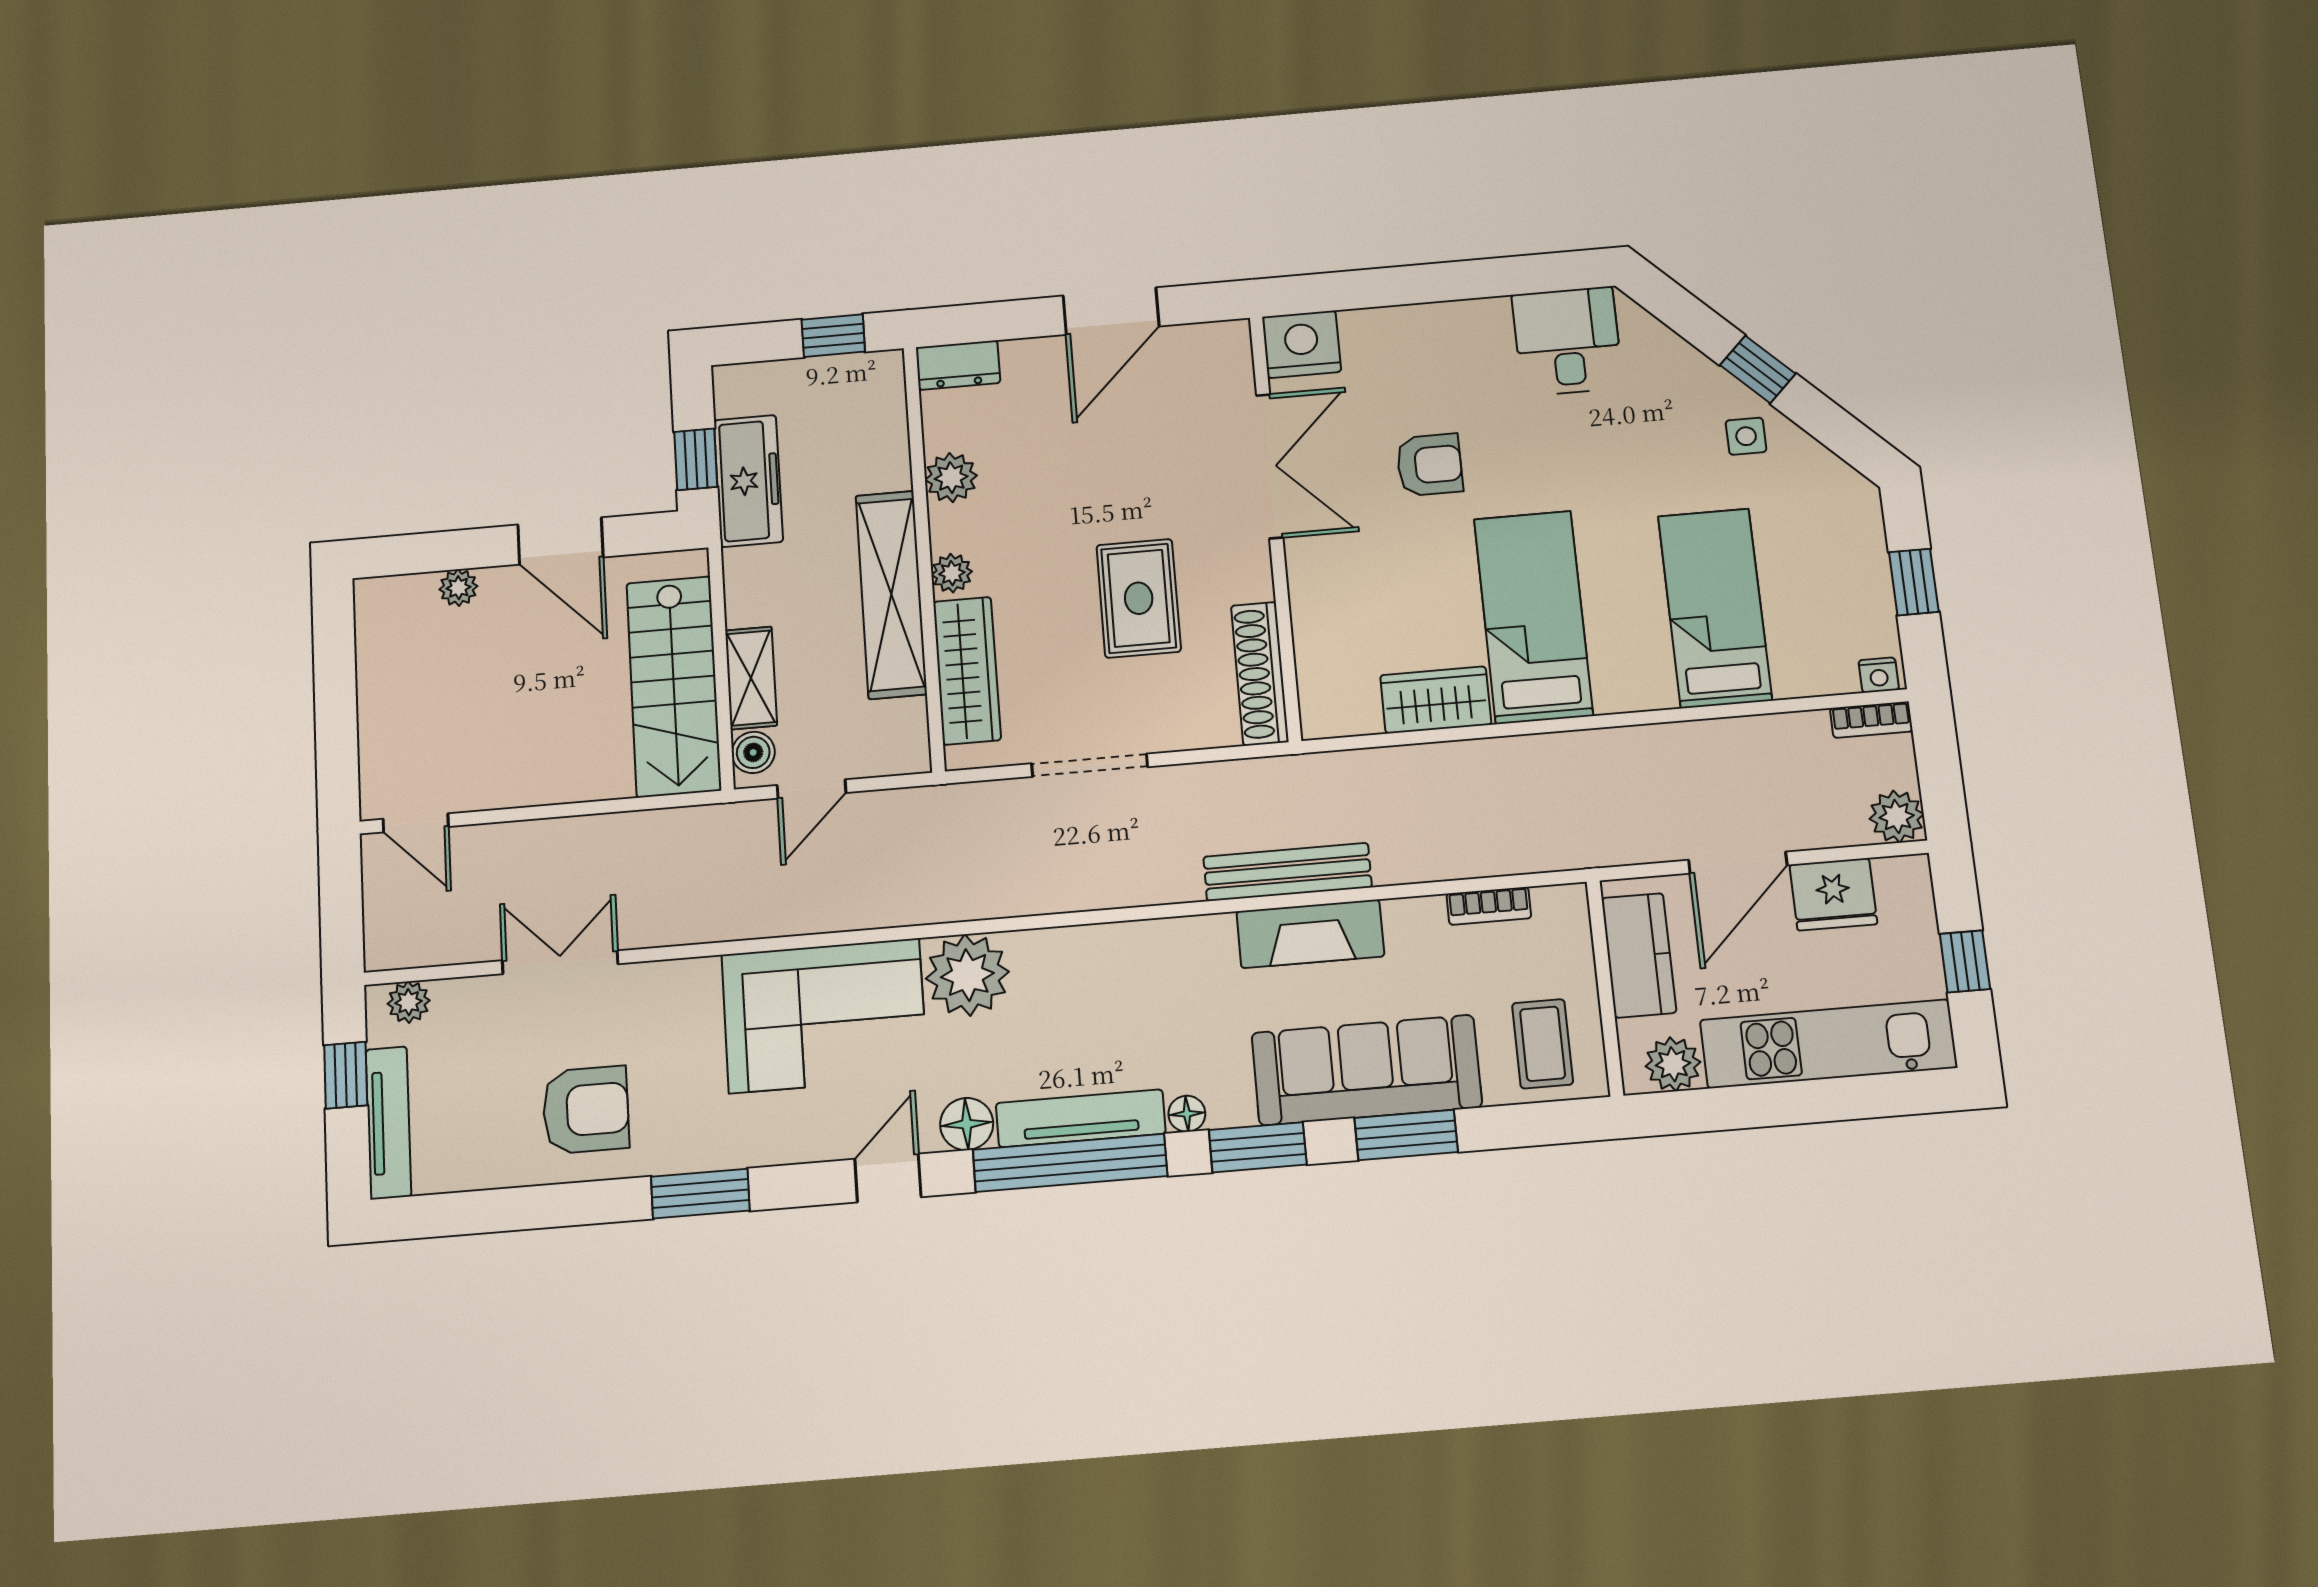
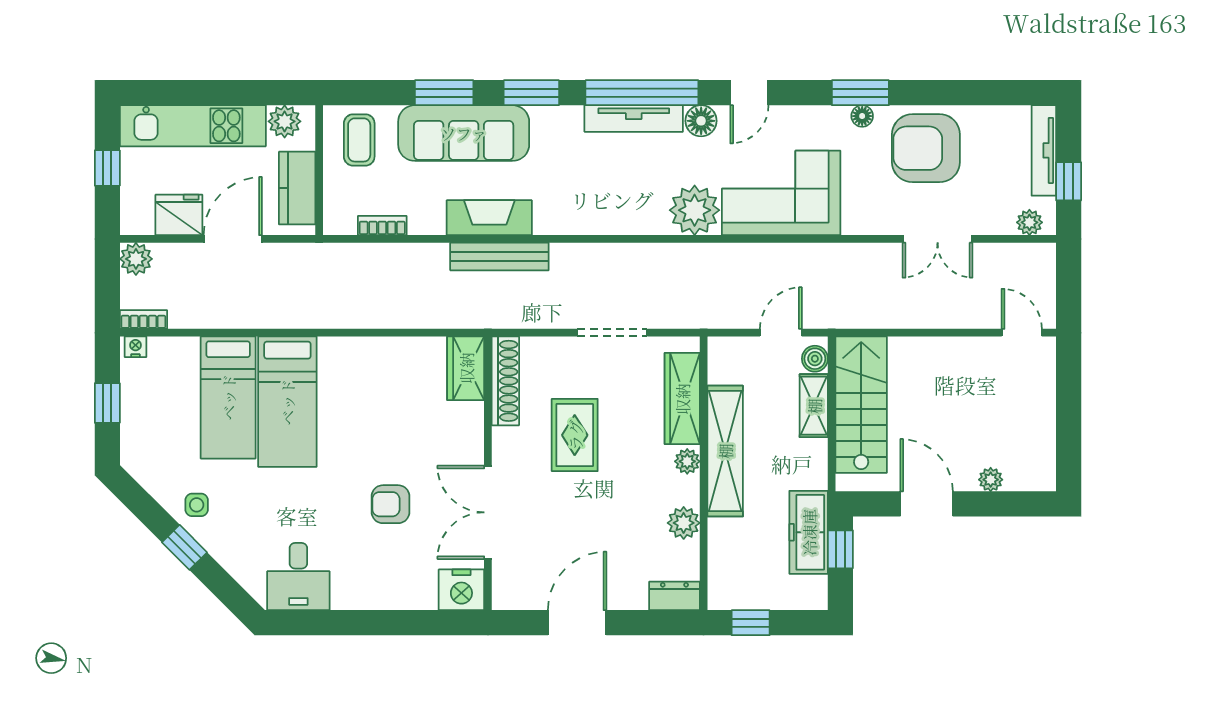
bed: (1533, 617) -> (287, 402), moved
wardrobe: (1436, 700) -> (466, 368), moved, turned 90
armchair: (586, 1110) -> (926, 148), width x1.36, depth x1.36
floor lamp: (1187, 1114) -> (862, 116), moved

